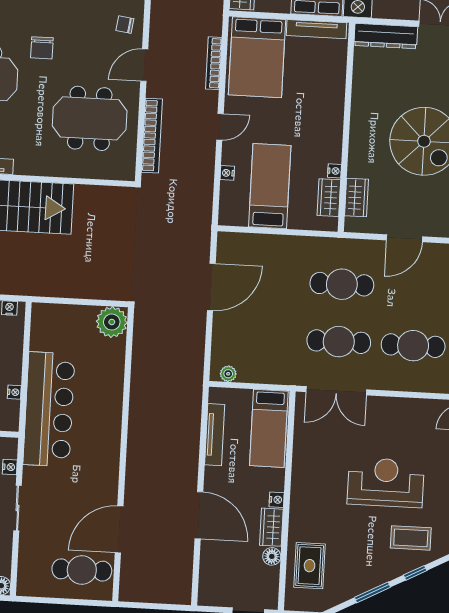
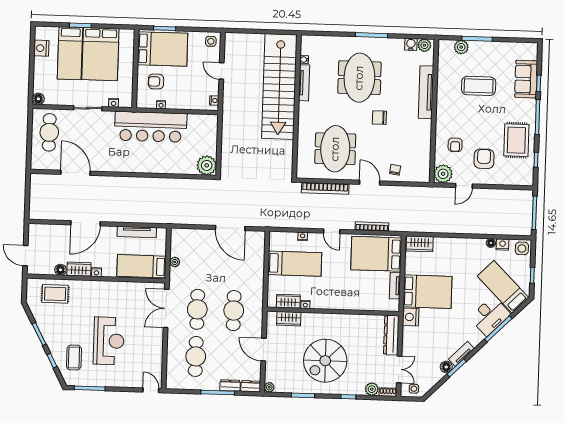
tv unit: (316, 29) -> (395, 286), width x0.71
plant: (228, 374) -> (175, 262), moved
cafe table: (82, 570) -> (49, 132), moved

